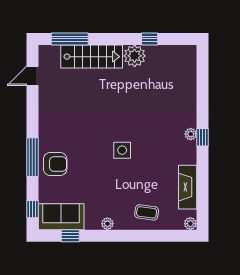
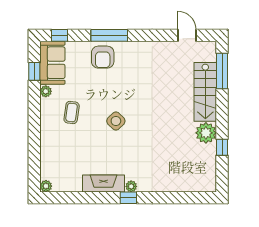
side table: (122, 150) -> (116, 121), turned 45
fireplace: (188, 187) -> (103, 183), moved
coffee table: (147, 212) -> (72, 113), moved
plant: (107, 224) -> (46, 91), moved

